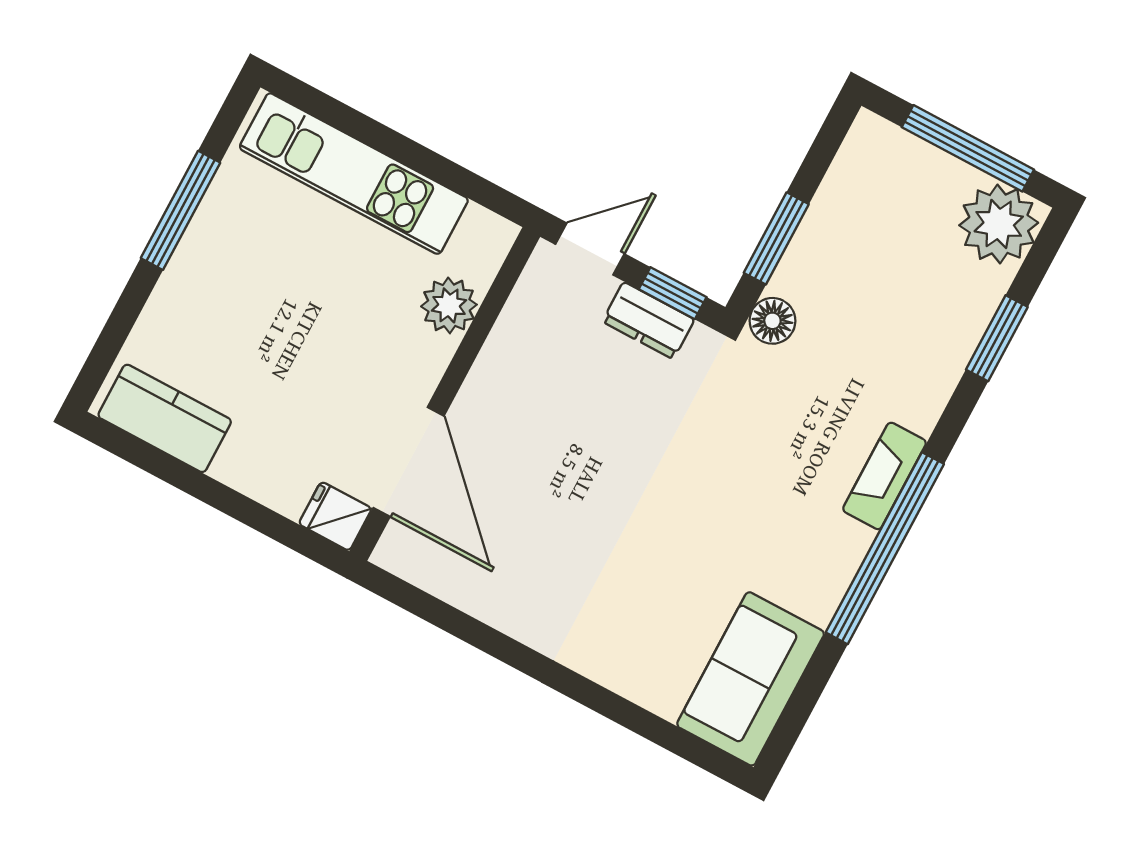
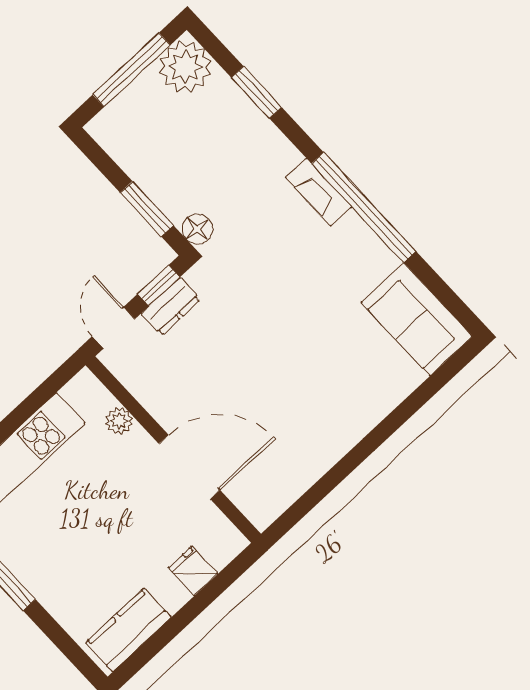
plant: (449, 305) -> (119, 421), width x0.73, depth x0.73
door: (409, 462) -> (189, 467), moved
fridge: (335, 516) -> (193, 571), moved, turned 90

